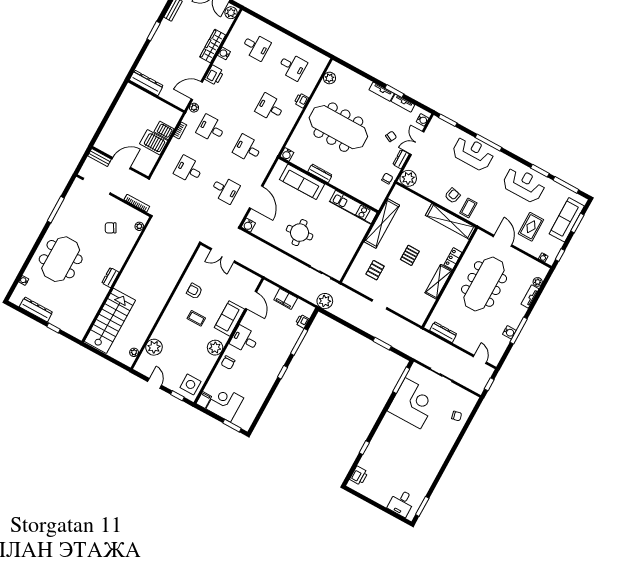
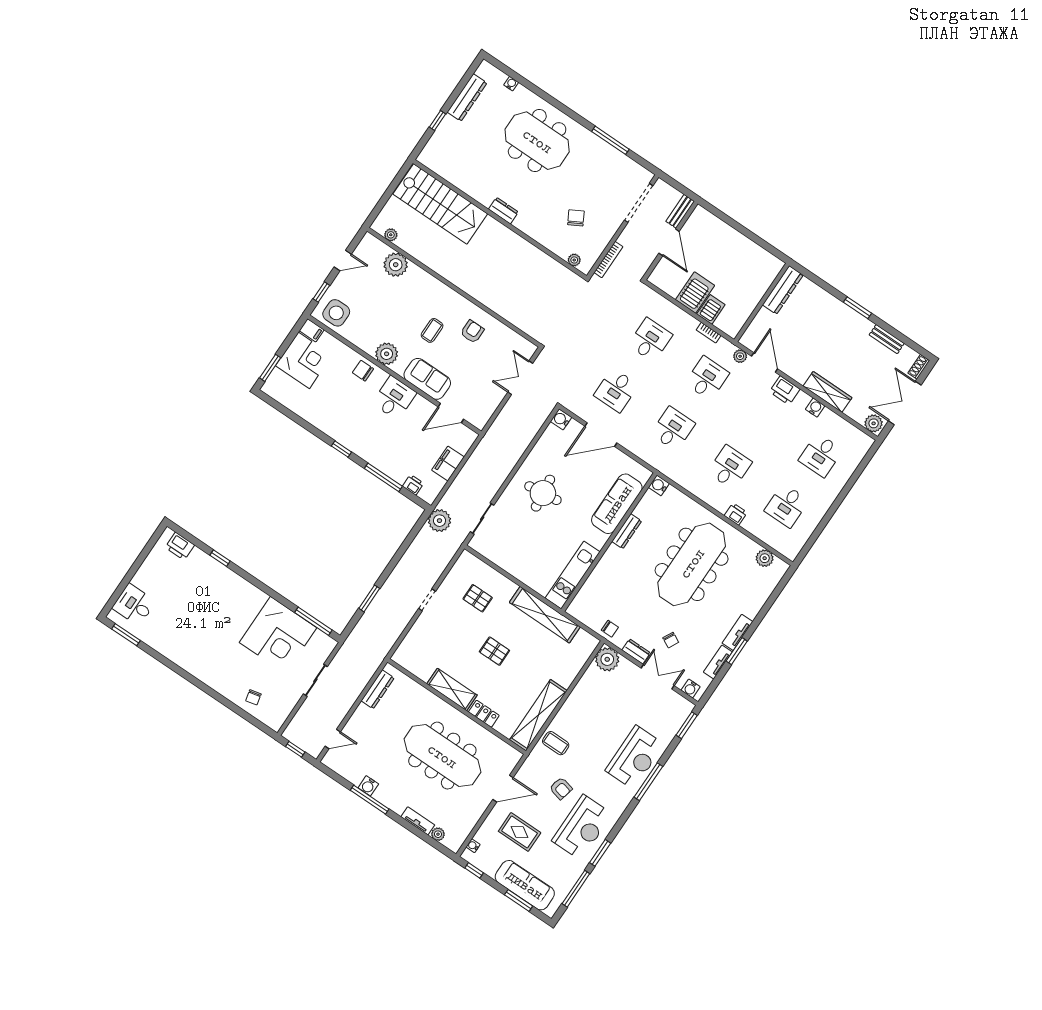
armchair: (452, 196) -> (561, 788), moved

